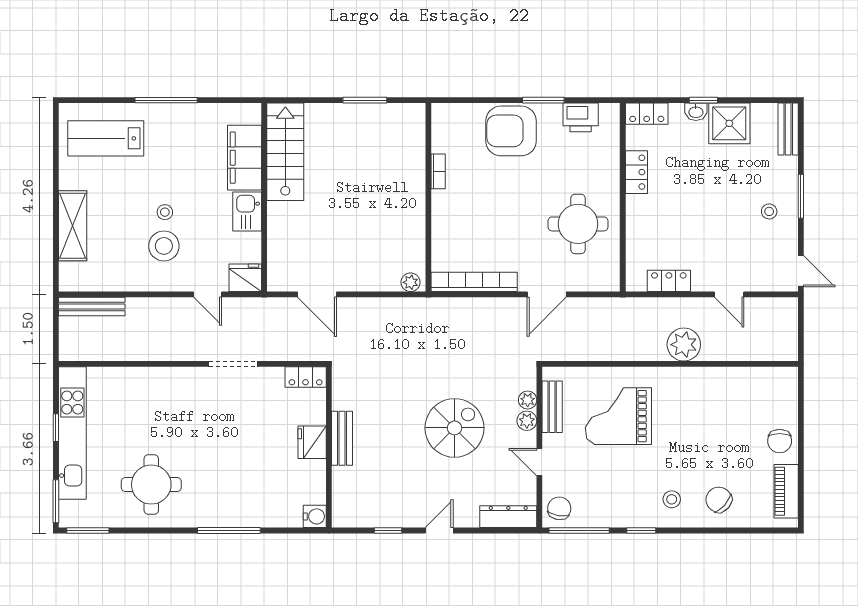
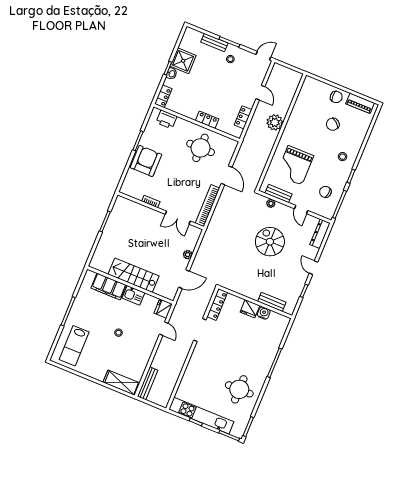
printer: (581, 117) -> (166, 119), moved, turned 90
bench: (788, 129) -> (214, 42), moved
armchair: (511, 131) -> (146, 161), turned 180
stairs: (285, 152) -> (133, 275), moved
locker: (636, 172) -> (207, 120), moved
shelving: (73, 226) -> (121, 383), moved
double door: (428, 235) -> (178, 218), added
stool: (164, 246) -> (134, 339), removed
plant: (411, 282) -> (188, 255), moved
door: (208, 294) -> (164, 329), hinge flipped
door: (729, 294) -> (260, 93), hinge flipped
locker: (306, 377) -> (217, 304), width x1.53
plant: (527, 421) -> (280, 208), removed
bench: (342, 438) -> (272, 302), moved
door: (539, 462) -> (301, 210), hinge flipped
chair: (719, 500) -> (333, 124), moved
chair: (559, 508) -> (325, 192), moved
water cooler: (315, 516) -> (264, 313), moved

